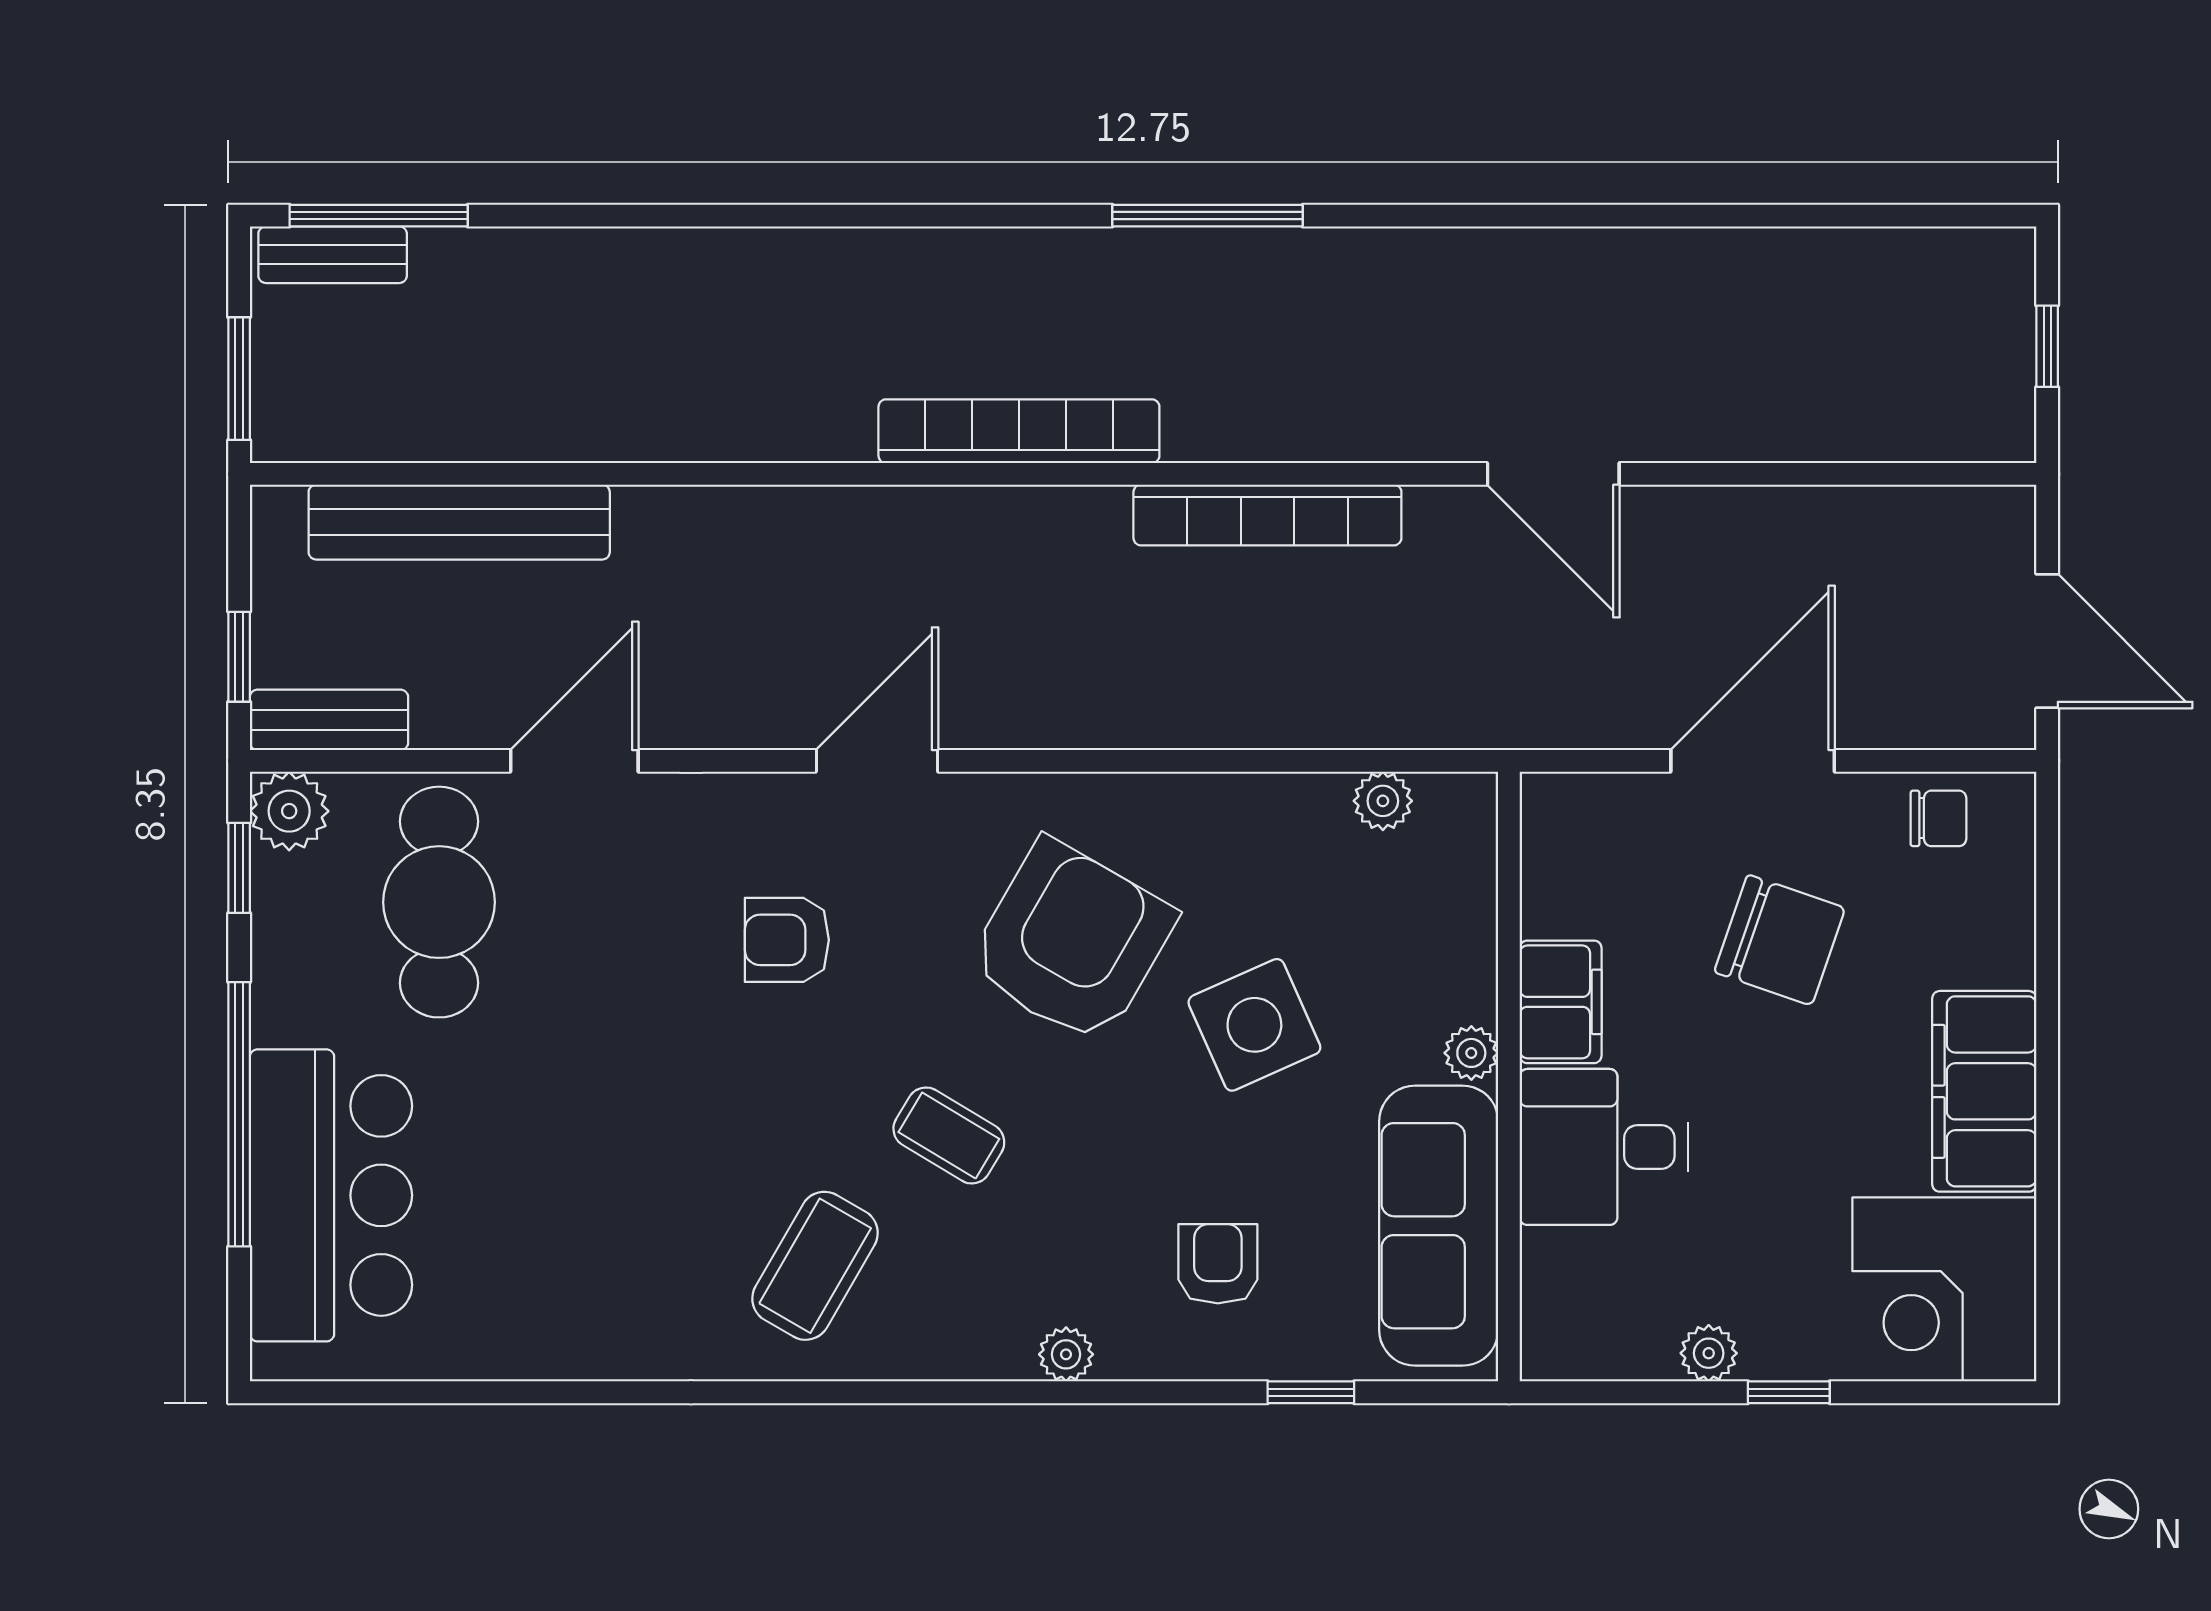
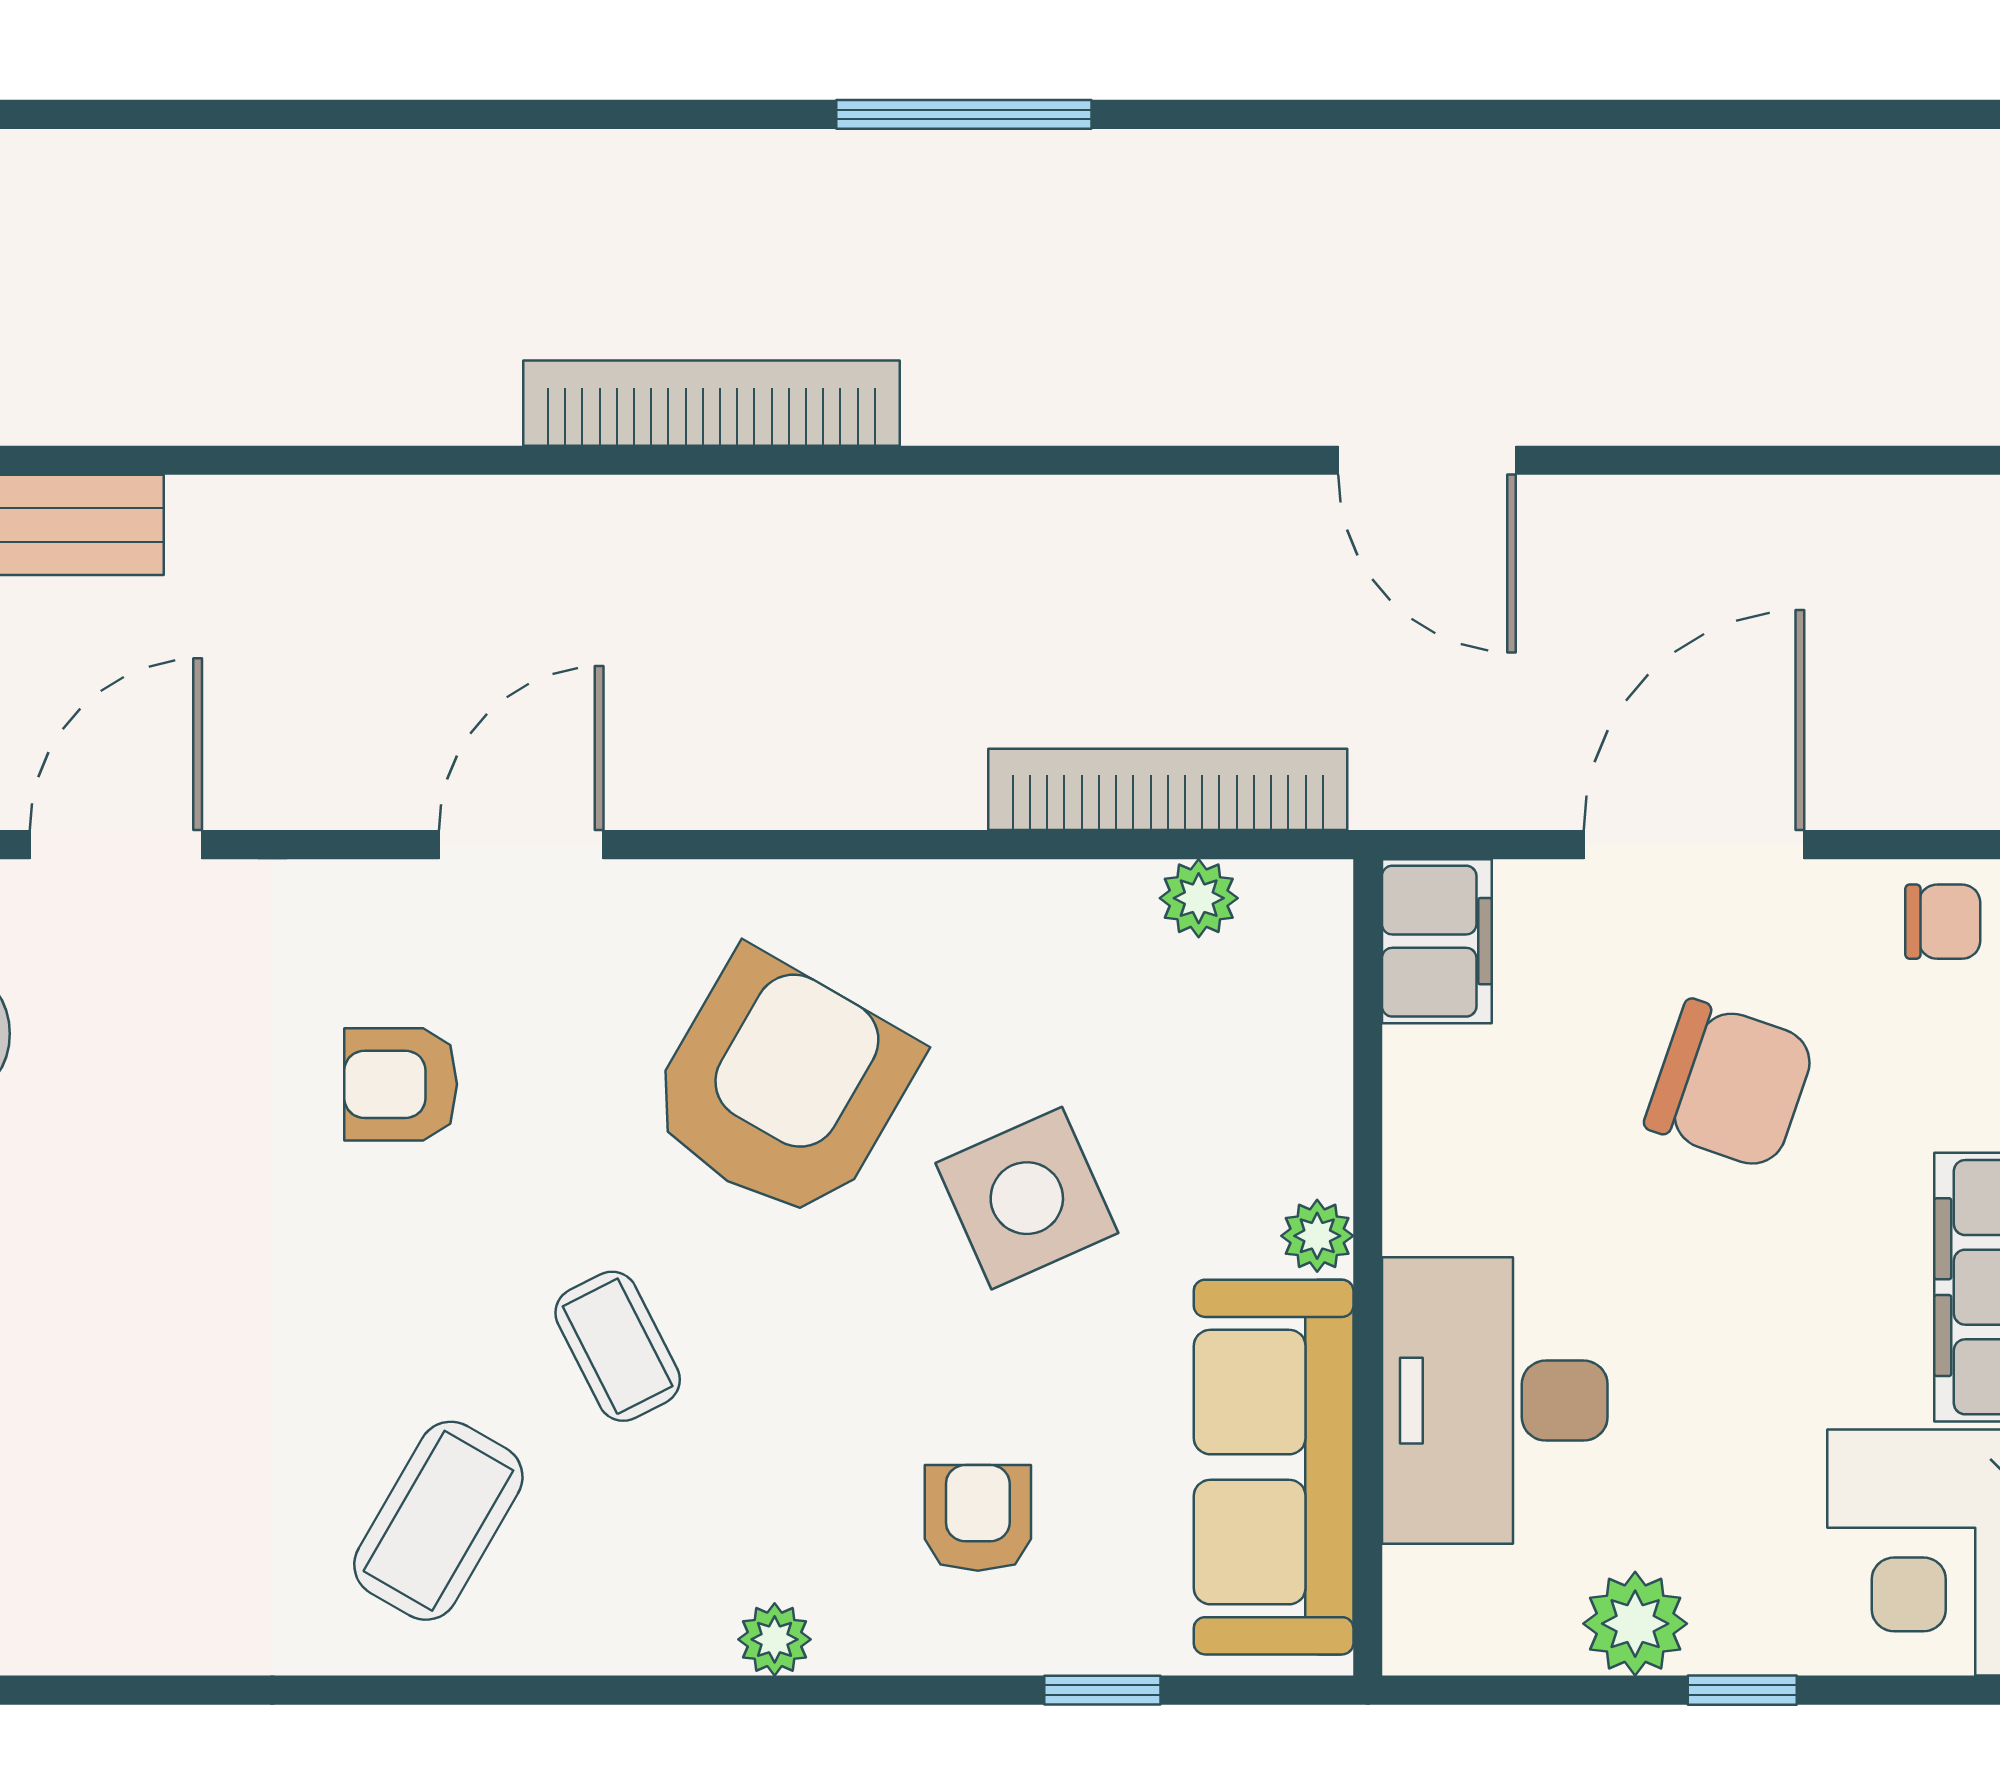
bookcase: (1267, 515) -> (1168, 789), moved, turned 180
filing cabinet: (1561, 1002) -> (1437, 941), moved
coffee table: (949, 1135) -> (618, 1346), turned 32
desk: (1604, 1147) -> (1495, 1401), width x1.37
plant: (1709, 1353) -> (1635, 1624), width x1.38, depth x1.38

